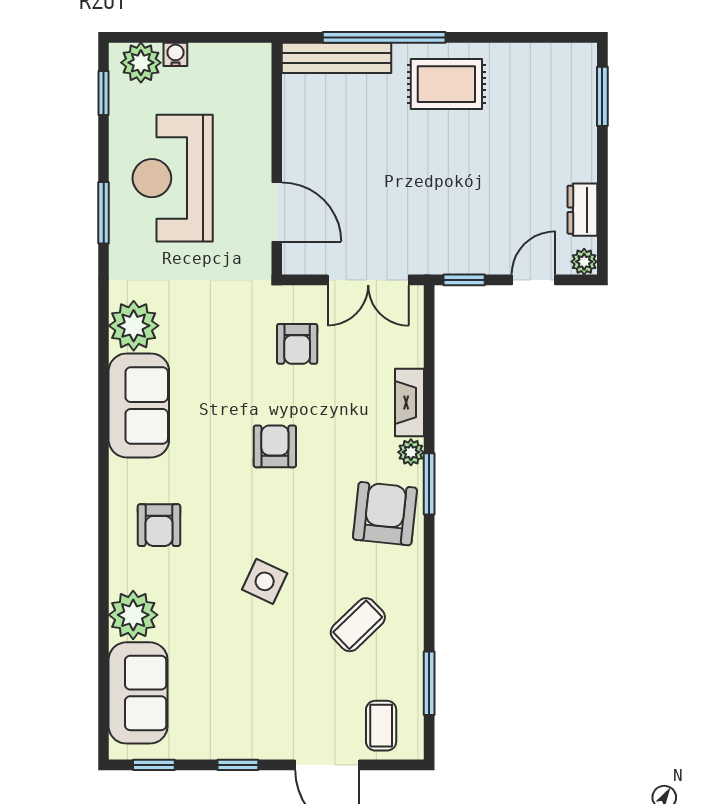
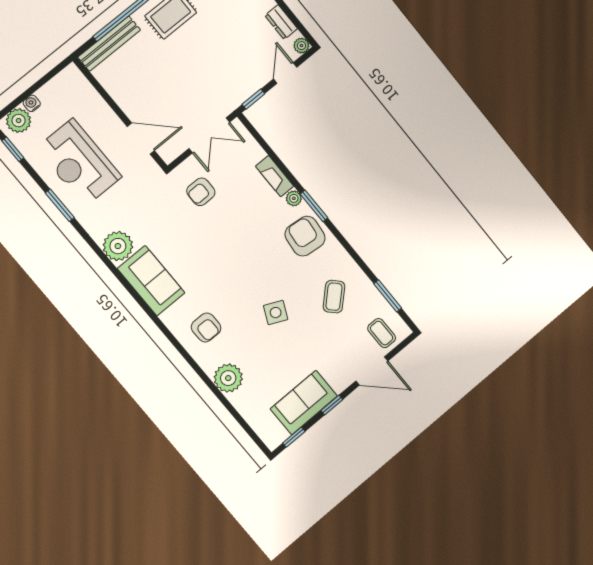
armchair: (297, 344) -> (201, 192), turned 90
armchair: (275, 446) -> (230, 247), removed
sofa: (138, 693) -> (304, 403), moved, turned -90

